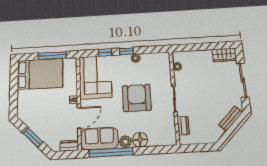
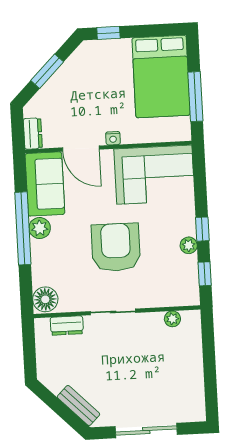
window: (105, 52) -> (205, 274), moved
wardrobe: (224, 55) -> (193, 402), removed
armchair: (137, 98) -> (116, 247), turned -90
window: (13, 103) -> (108, 33), added
floor lamp: (140, 140) -> (45, 299), moved
window: (111, 152) -> (23, 228), moved

